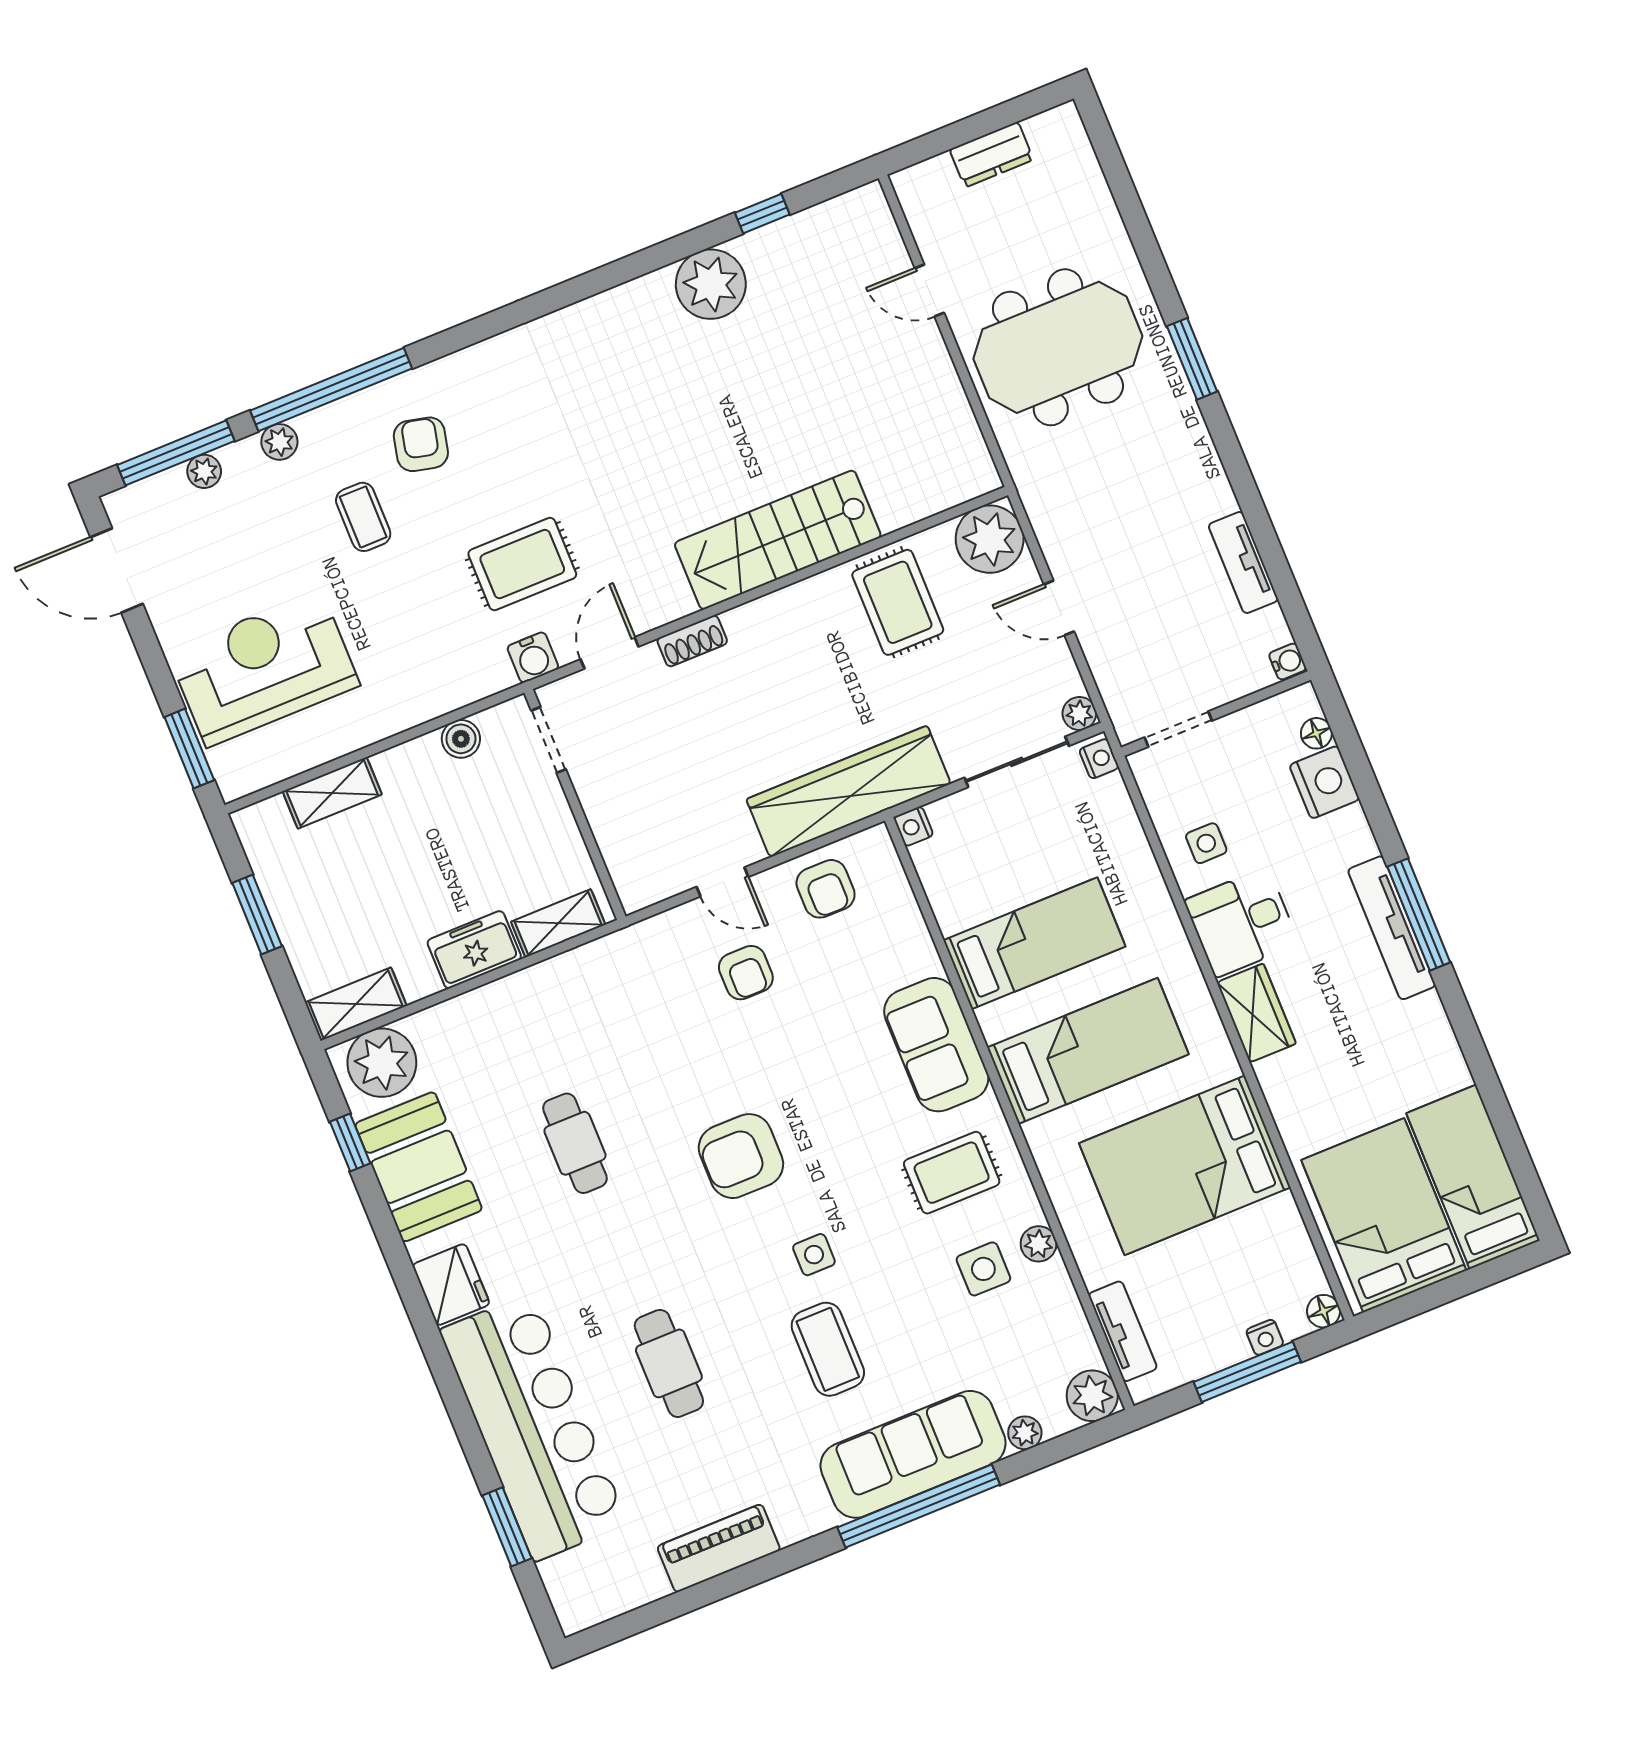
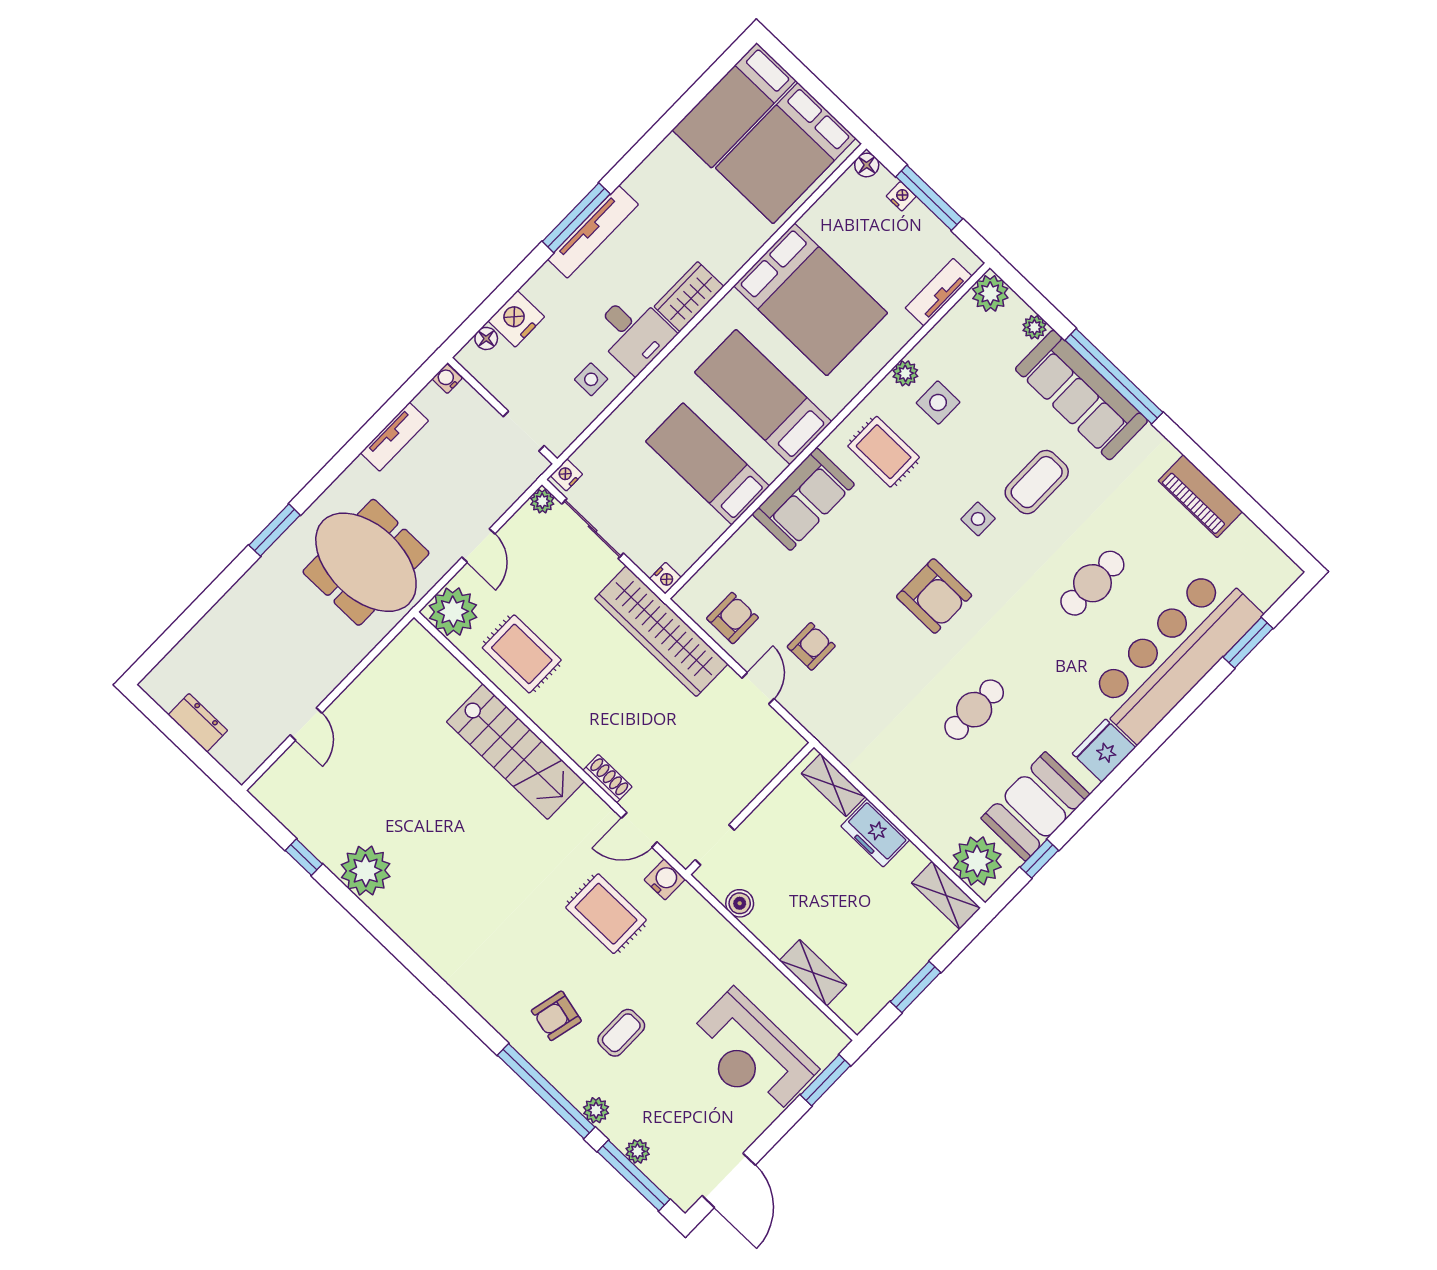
meeting table: (1058, 347) -> (366, 562), moved
rug: (898, 602) -> (522, 654), turned 90

